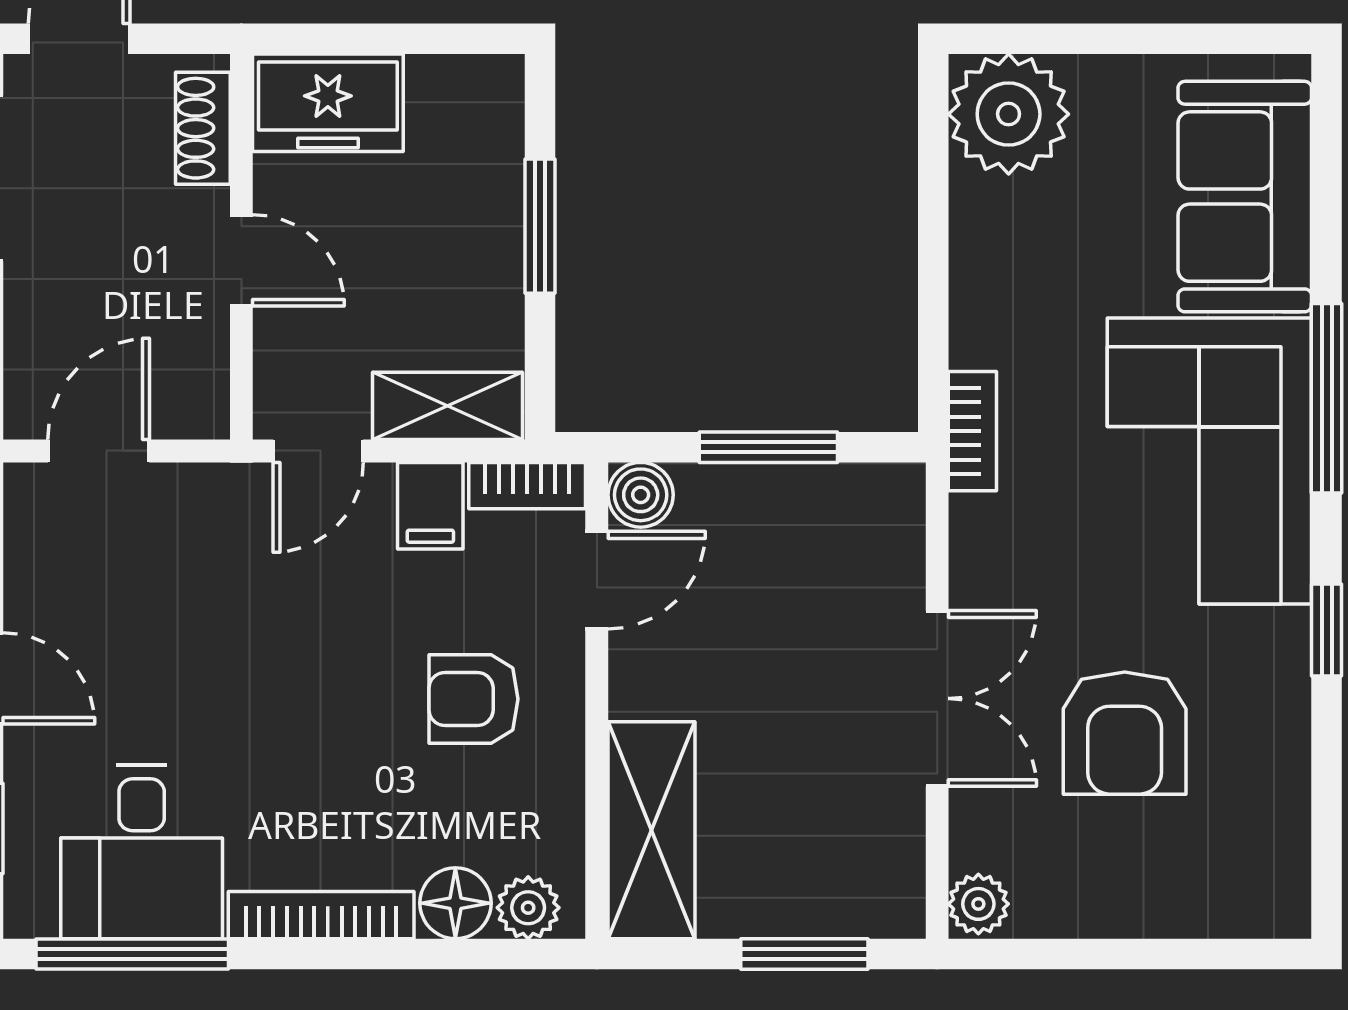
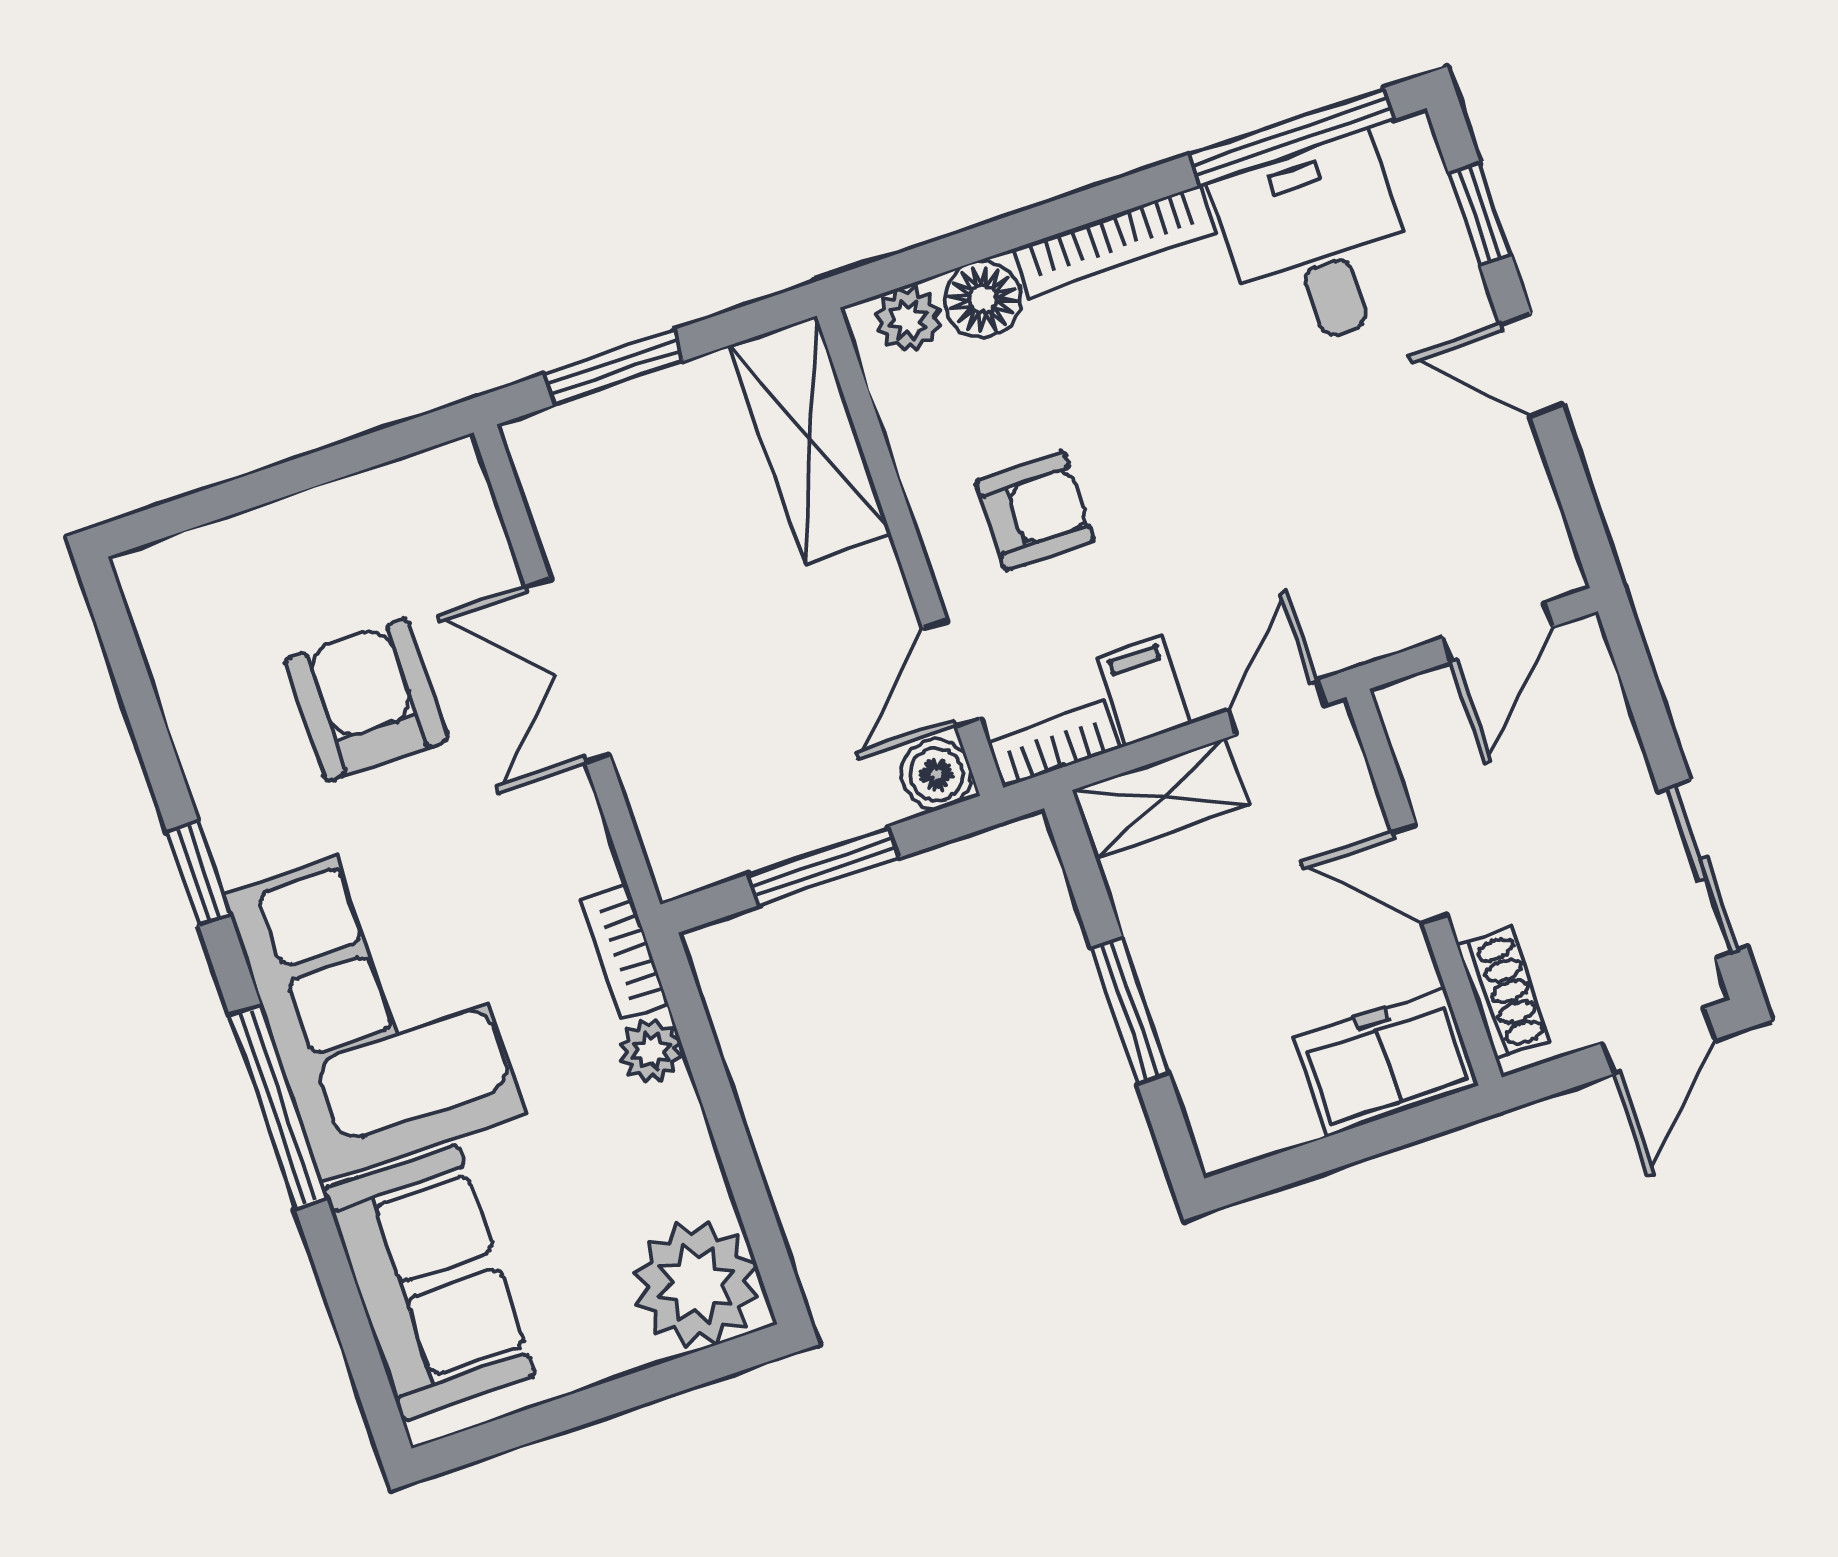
plant: (978, 904) -> (651, 1051), moved

